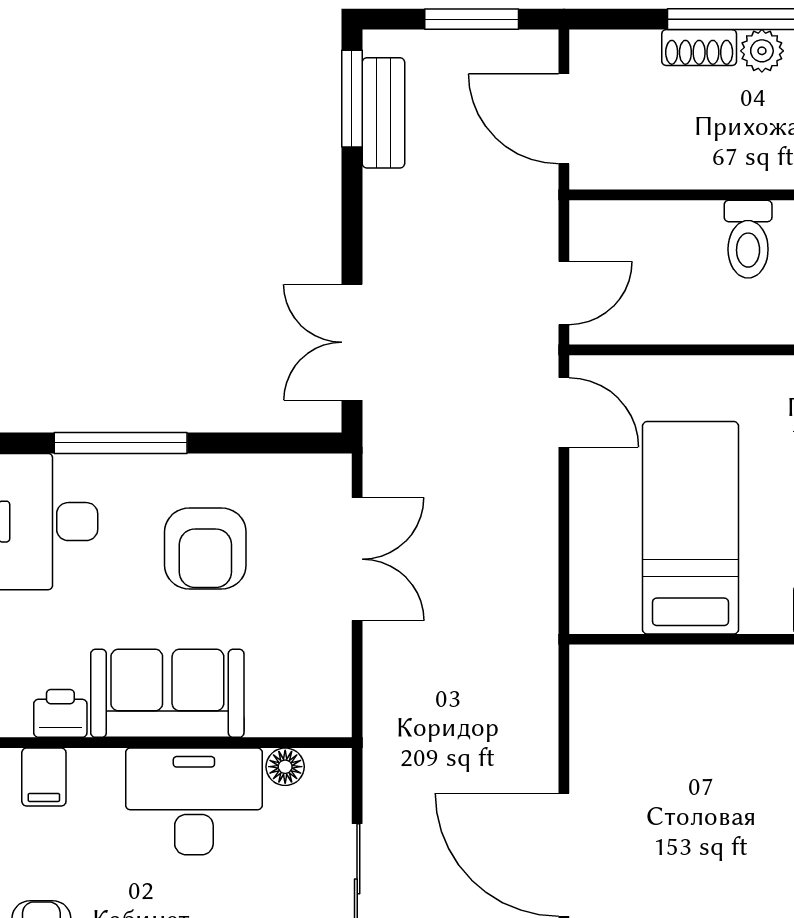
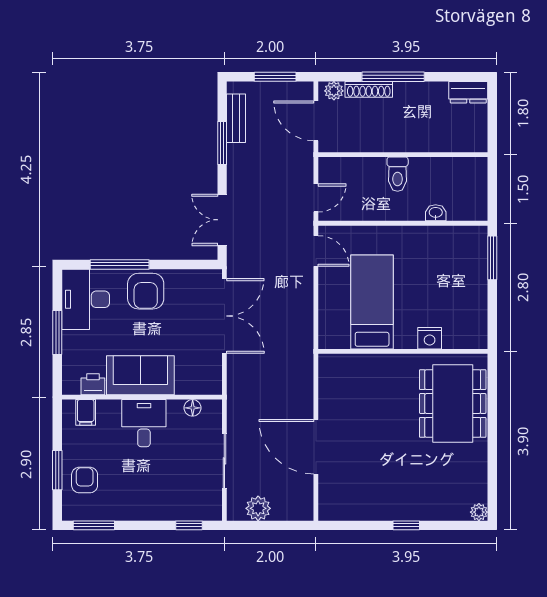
shoe rack: (699, 48) -> (369, 89), width x1.43
plant: (762, 51) -> (334, 91), moved
window: (352, 99) -> (222, 143), moved
armchair: (205, 548) -> (146, 291), moved
double door: (357, 559) -> (224, 316), width x1.37
desk: (194, 801) -> (144, 423), width x0.73

